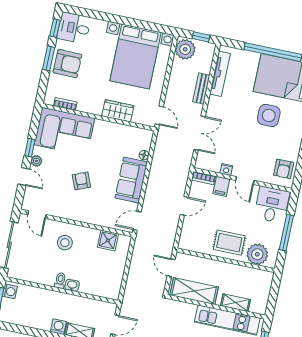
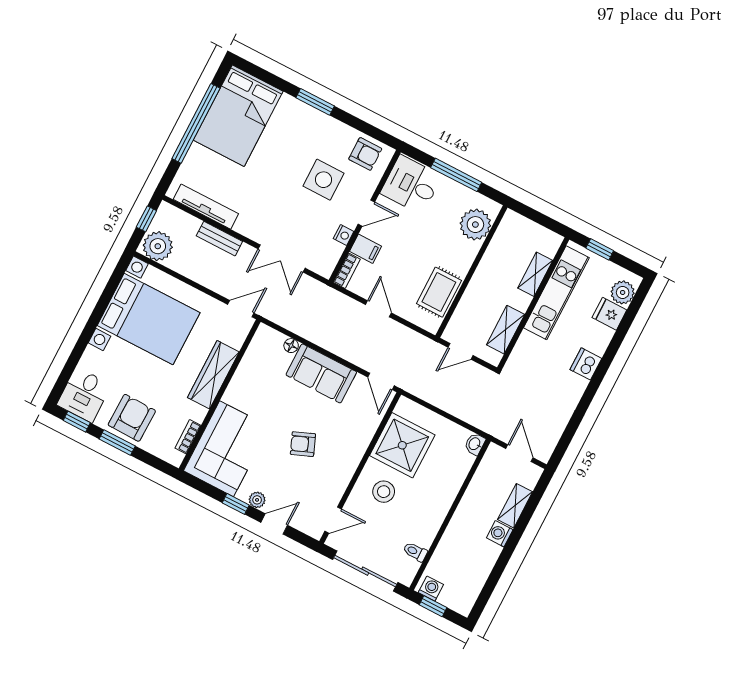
wardrobe: (118, 111) -> (213, 375), width x1.50
side table: (269, 116) -> (324, 180), moved
double door: (200, 133) -> (282, 259), swing flipped
shower: (108, 240) -> (402, 445), width x1.86, depth x1.86
rug: (229, 243) -> (439, 292), moved
toilet: (60, 280) -> (415, 552), moved
washbasin: (72, 285) -> (475, 444), moved
shelving: (194, 291) -> (506, 330), width x0.67, depth x0.75

